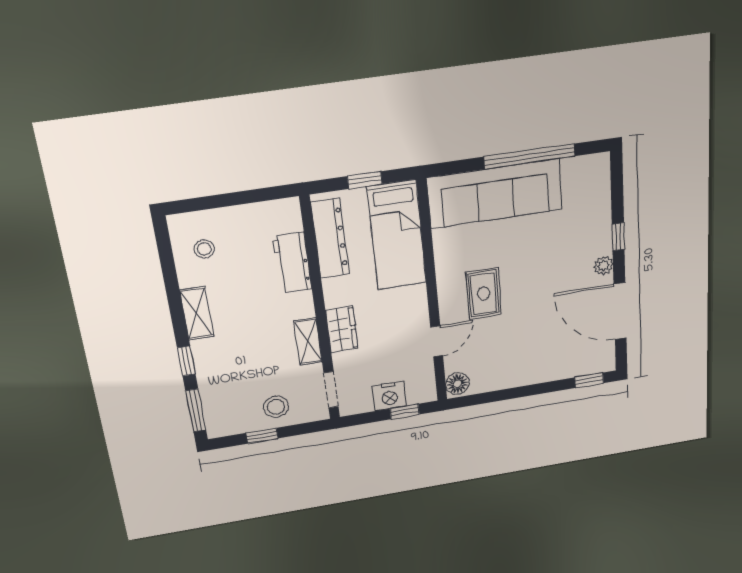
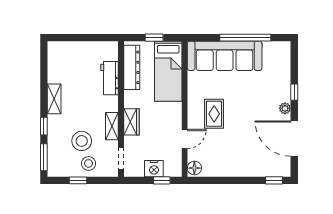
stool: (204, 249) -> (82, 141), moved, width x1.89, depth x1.89

